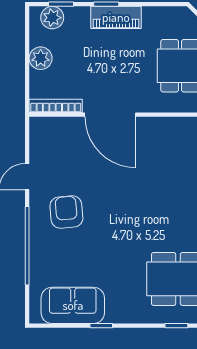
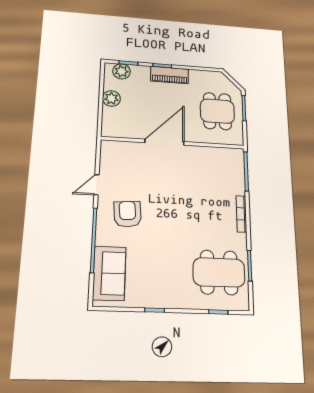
bookcase: (56, 106) -> (122, 133), removed
door: (110, 115) -> (164, 142), swing flipped
sofa: (73, 305) -> (109, 273), moved, turned 90

